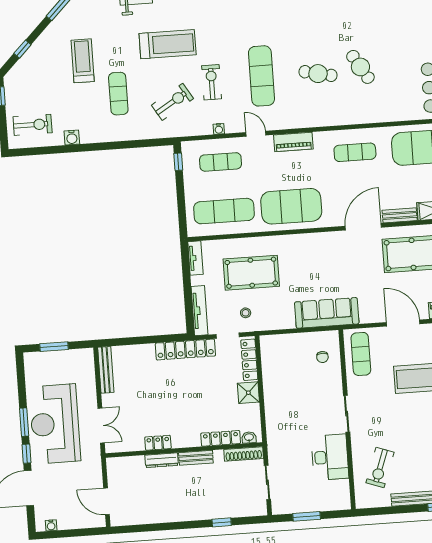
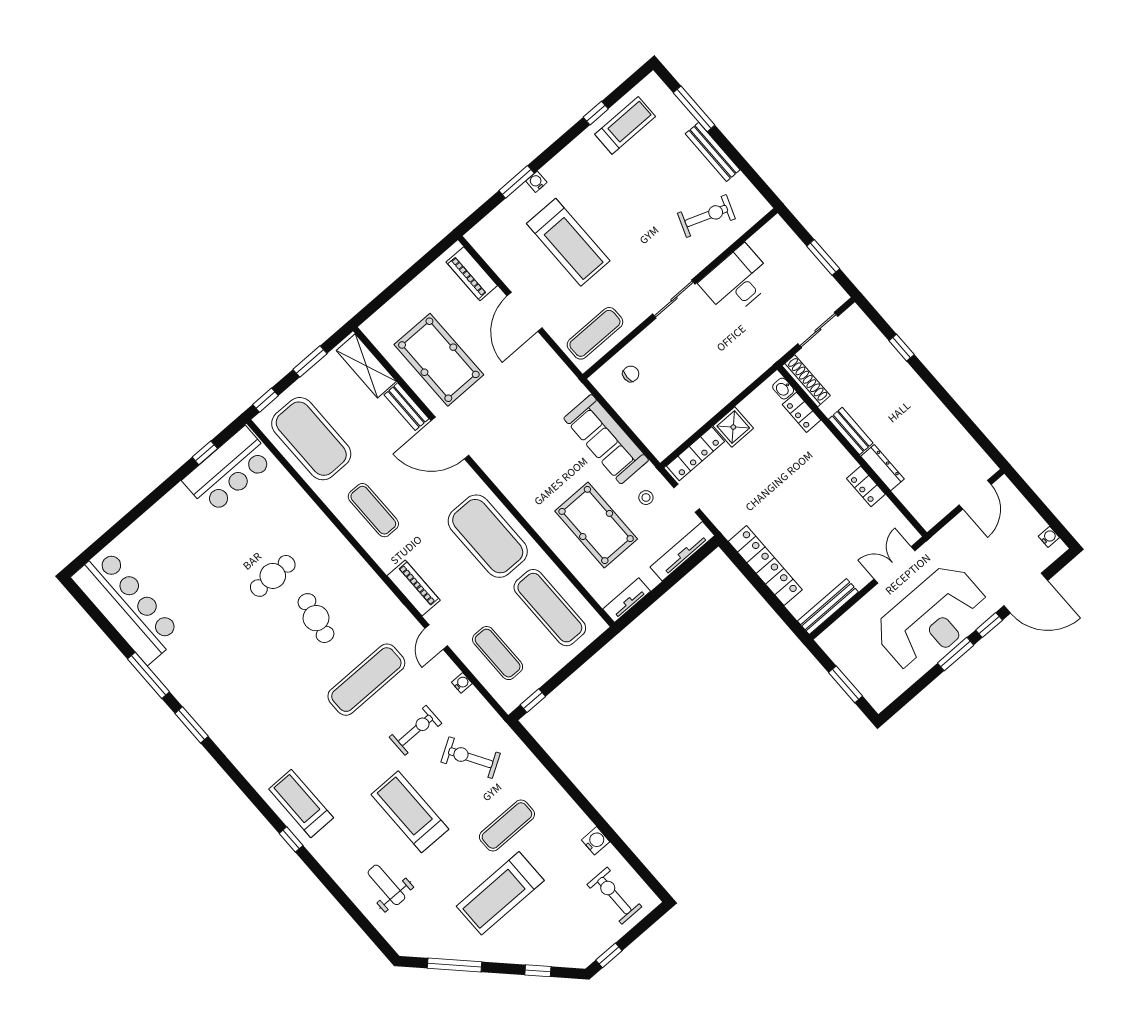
treadmill: (83, 61) -> (500, 893), width x1.37, depth x1.38
cafe table: (360, 67) -> (273, 576), turned 31
exercise bike: (212, 82) -> (416, 730), turned 180
sofa: (327, 313) -> (606, 439), moved
locker: (185, 350) -> (765, 566), moved
locker: (221, 438) -> (802, 412), width x0.66

